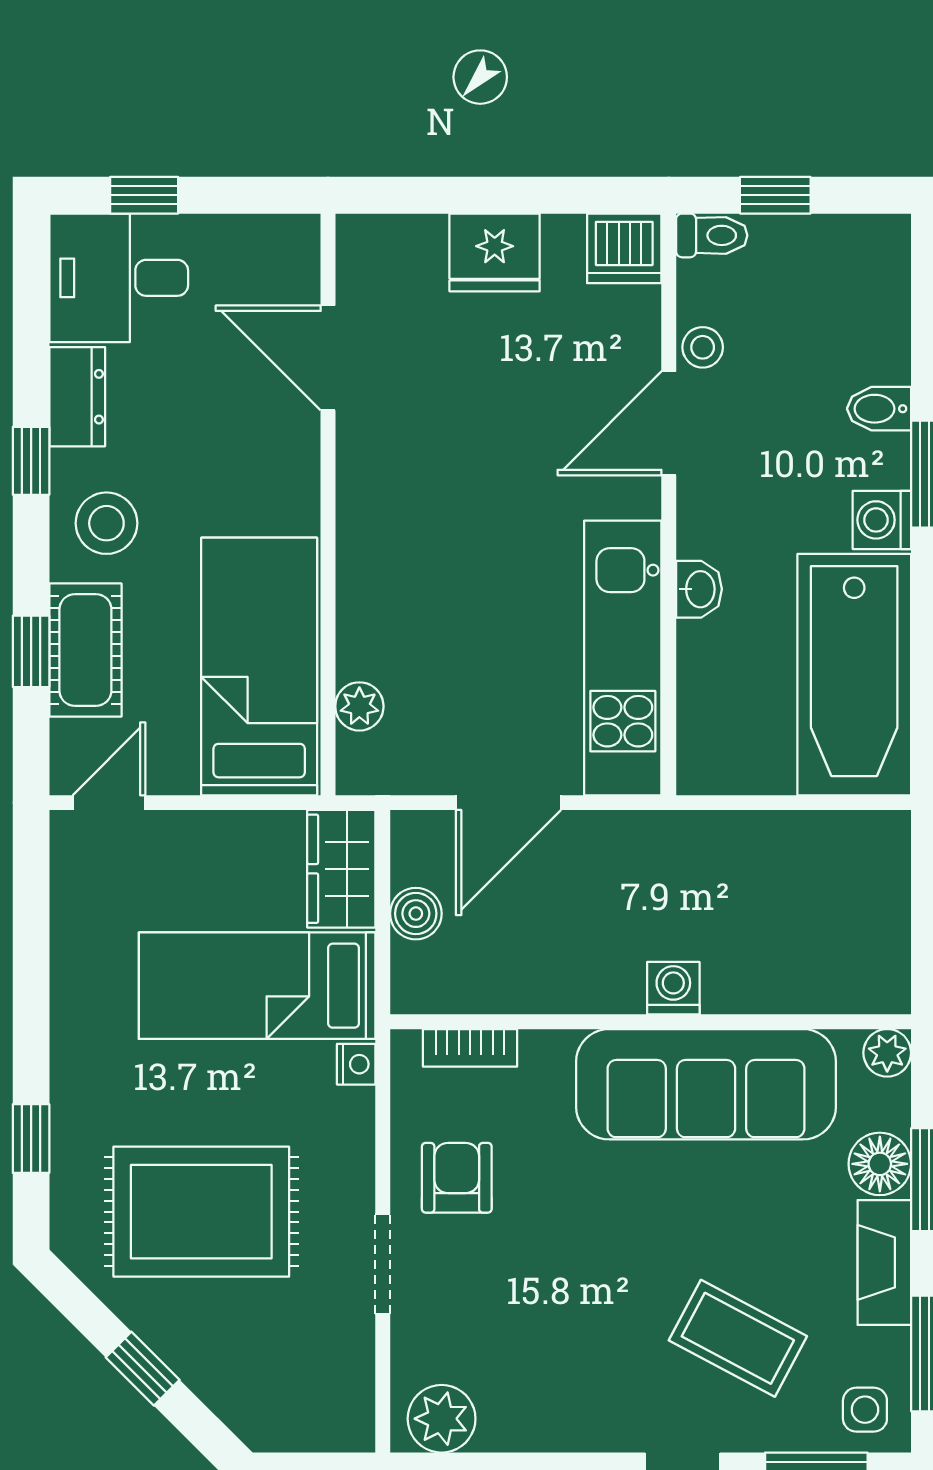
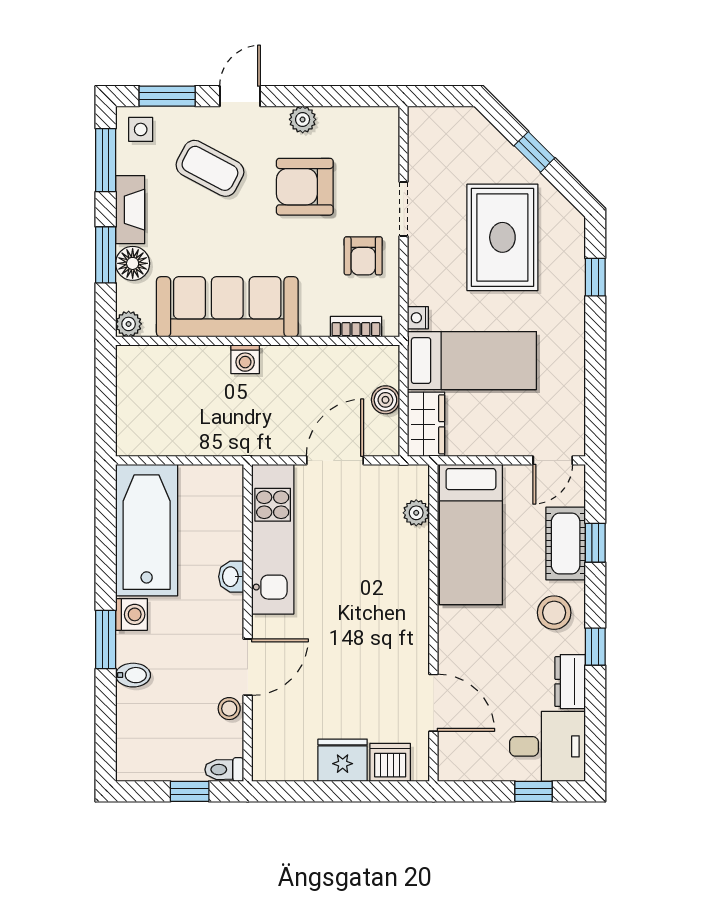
dishwasher: (624, 248) -> (390, 762), moved
rug: (201, 1212) -> (502, 237), turned 90
armchair: (564, 1305) -> (305, 187), added
plant: (442, 1419) -> (303, 119), moved, width x0.73, depth x0.73

